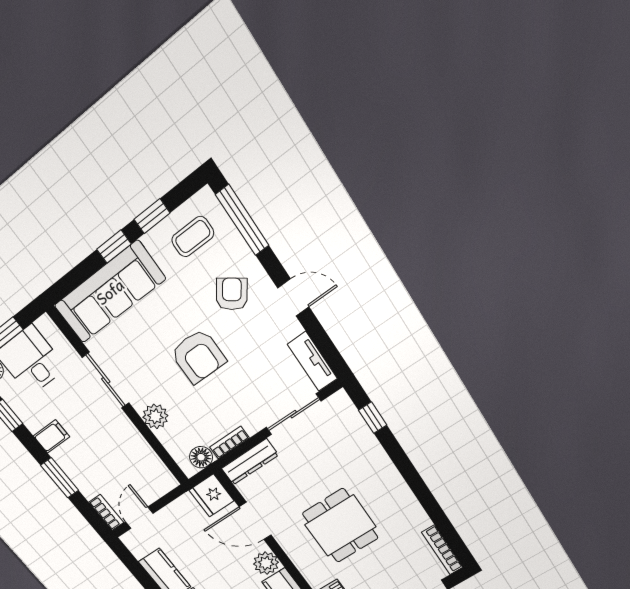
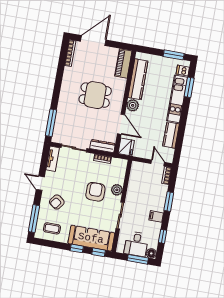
window: (152, 216) -> (99, 252), moved
armchair: (198, 356) -> (95, 192), moved
window: (373, 418) -> (51, 123), width x2.17
floor lamp: (201, 457) -> (116, 163), removed
door: (139, 518) -> (158, 163), swing flipped
dining table: (340, 526) -> (95, 95), turned 90

